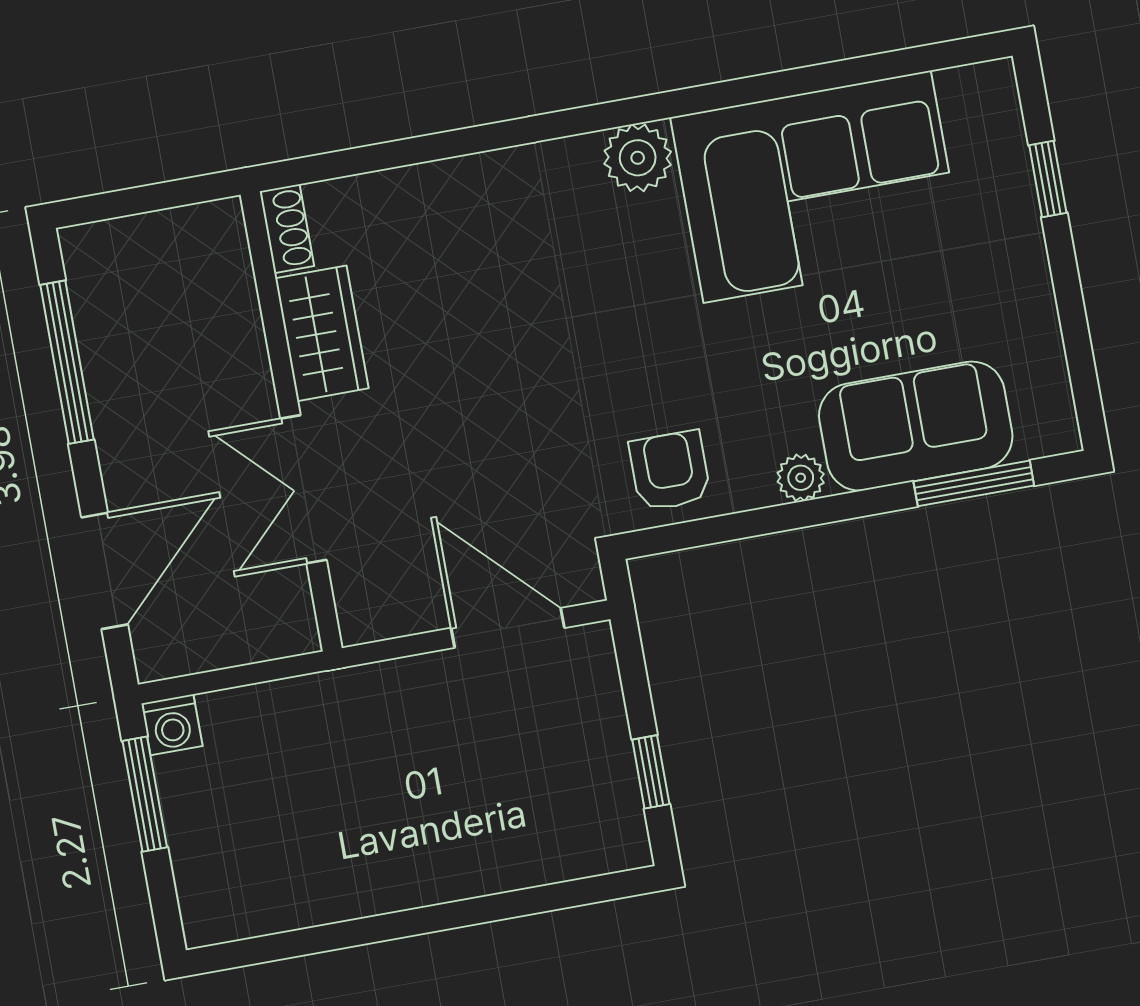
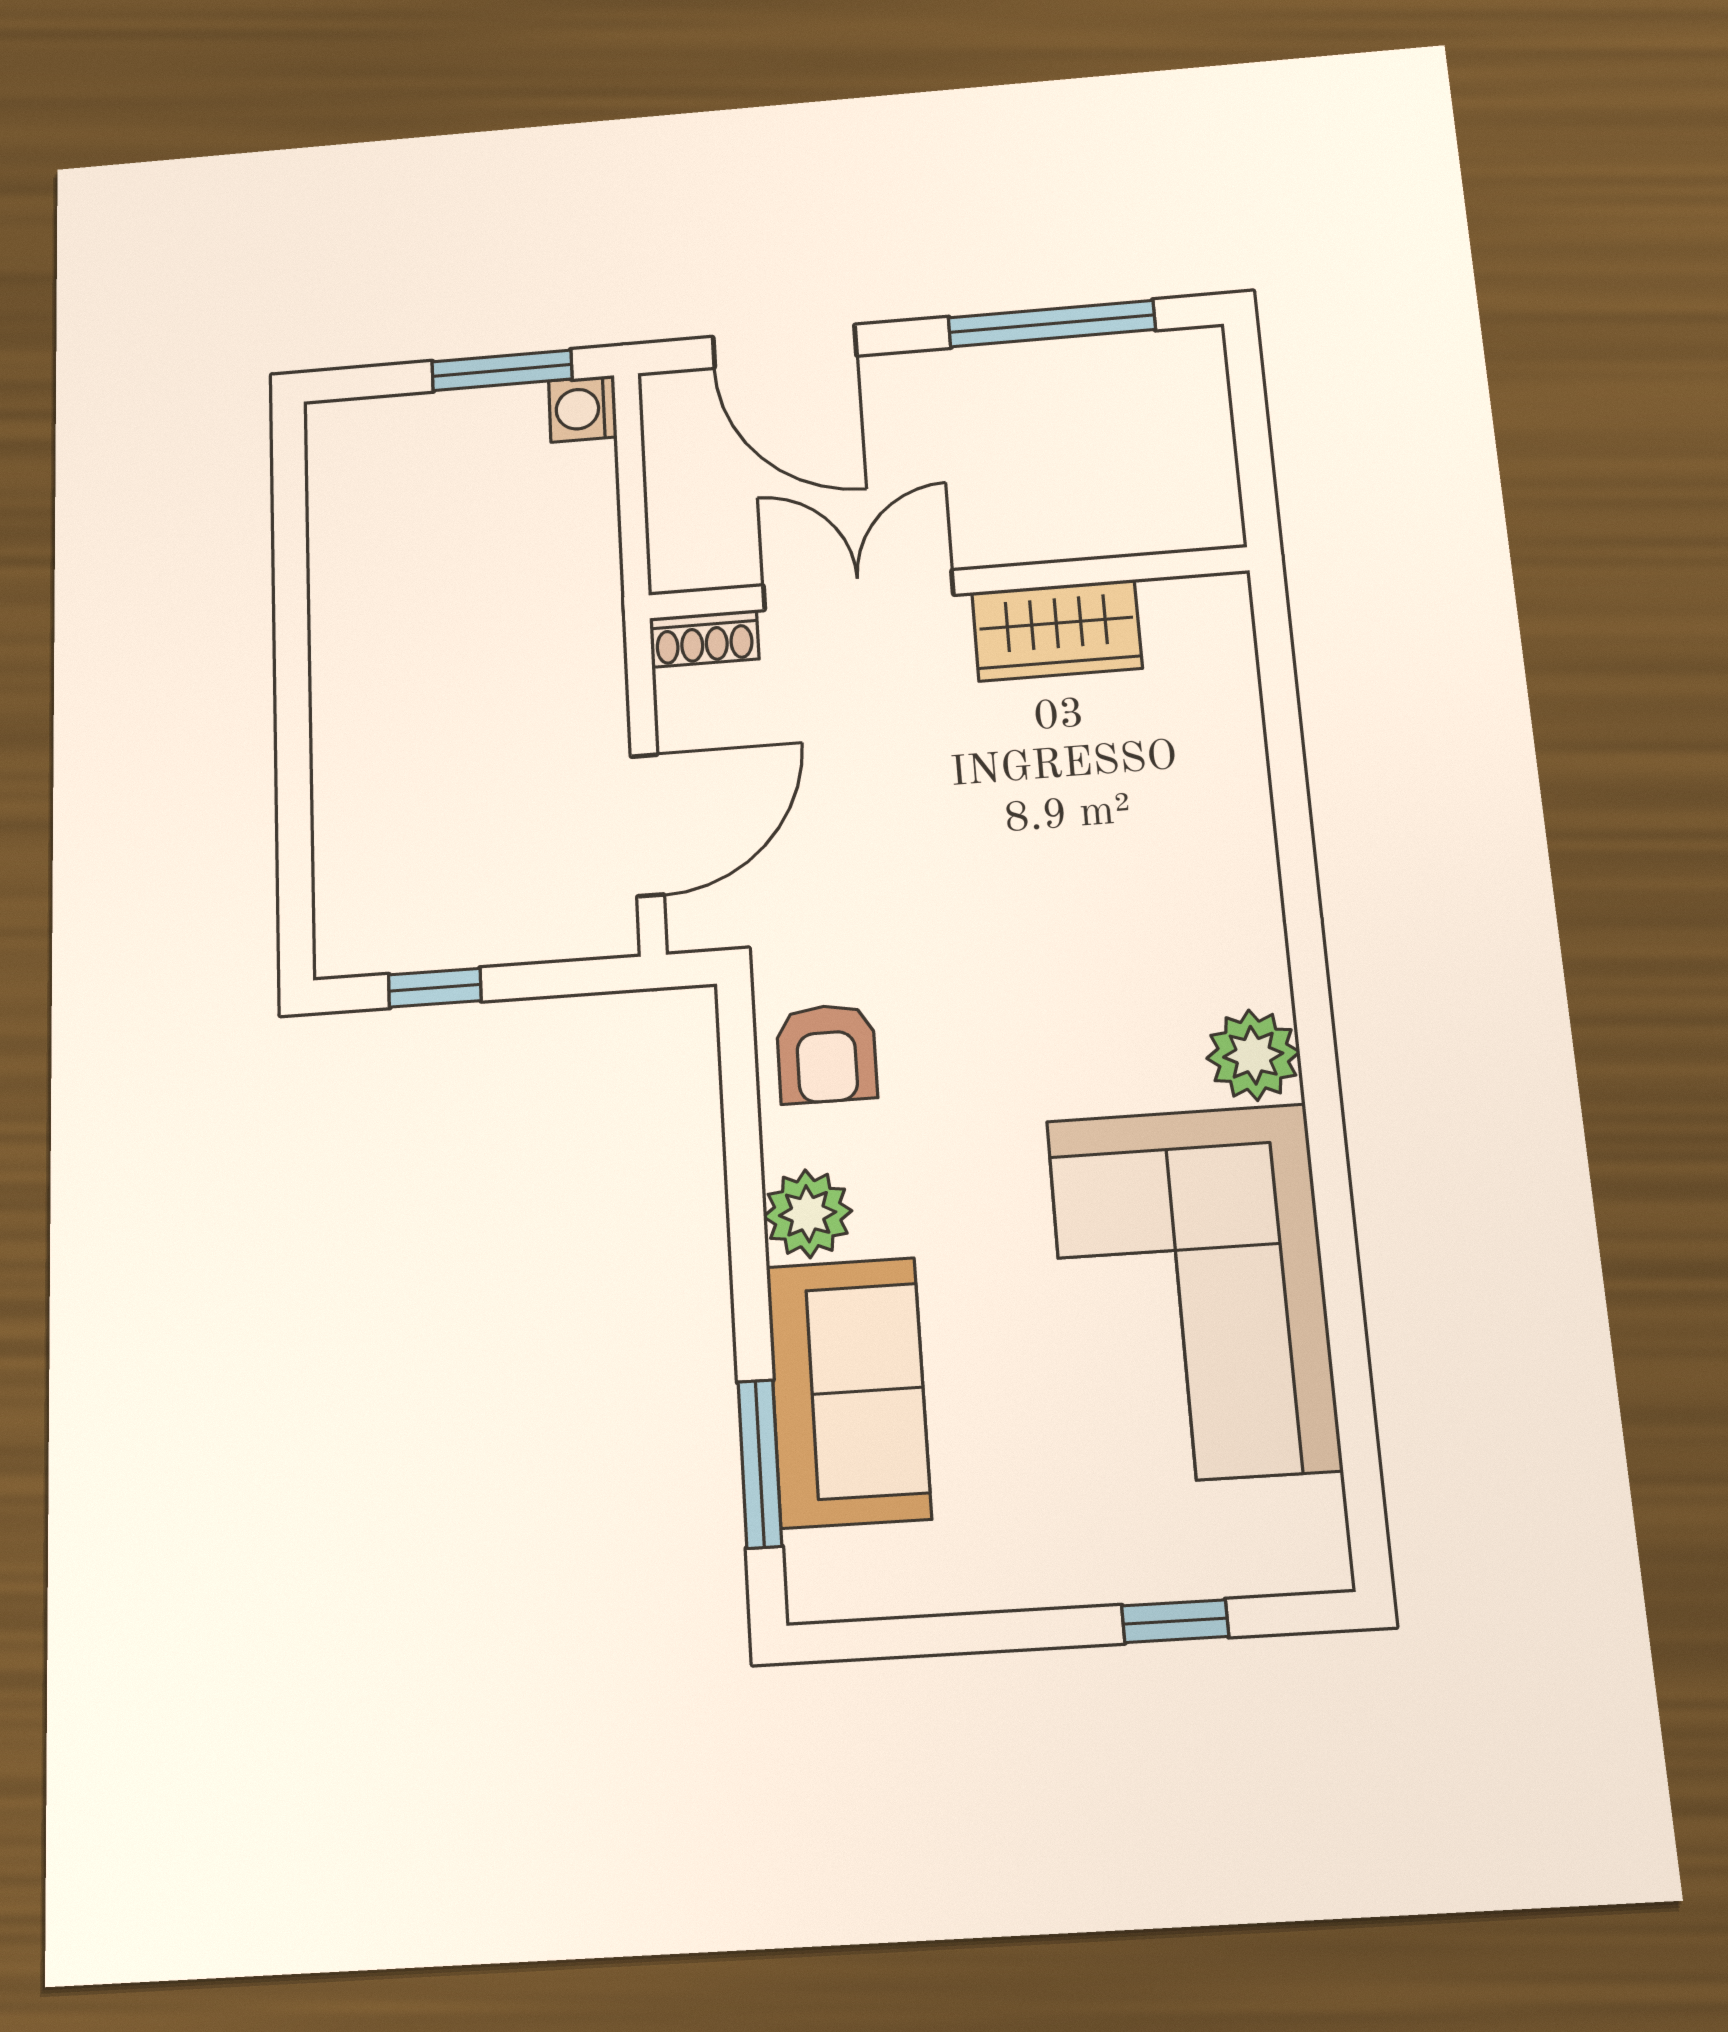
shoe rack: (287, 229) -> (704, 639), moved
armchair: (670, 471) -> (827, 1054), turned 90
plant: (801, 478) -> (808, 1214), width x1.38, depth x1.38

